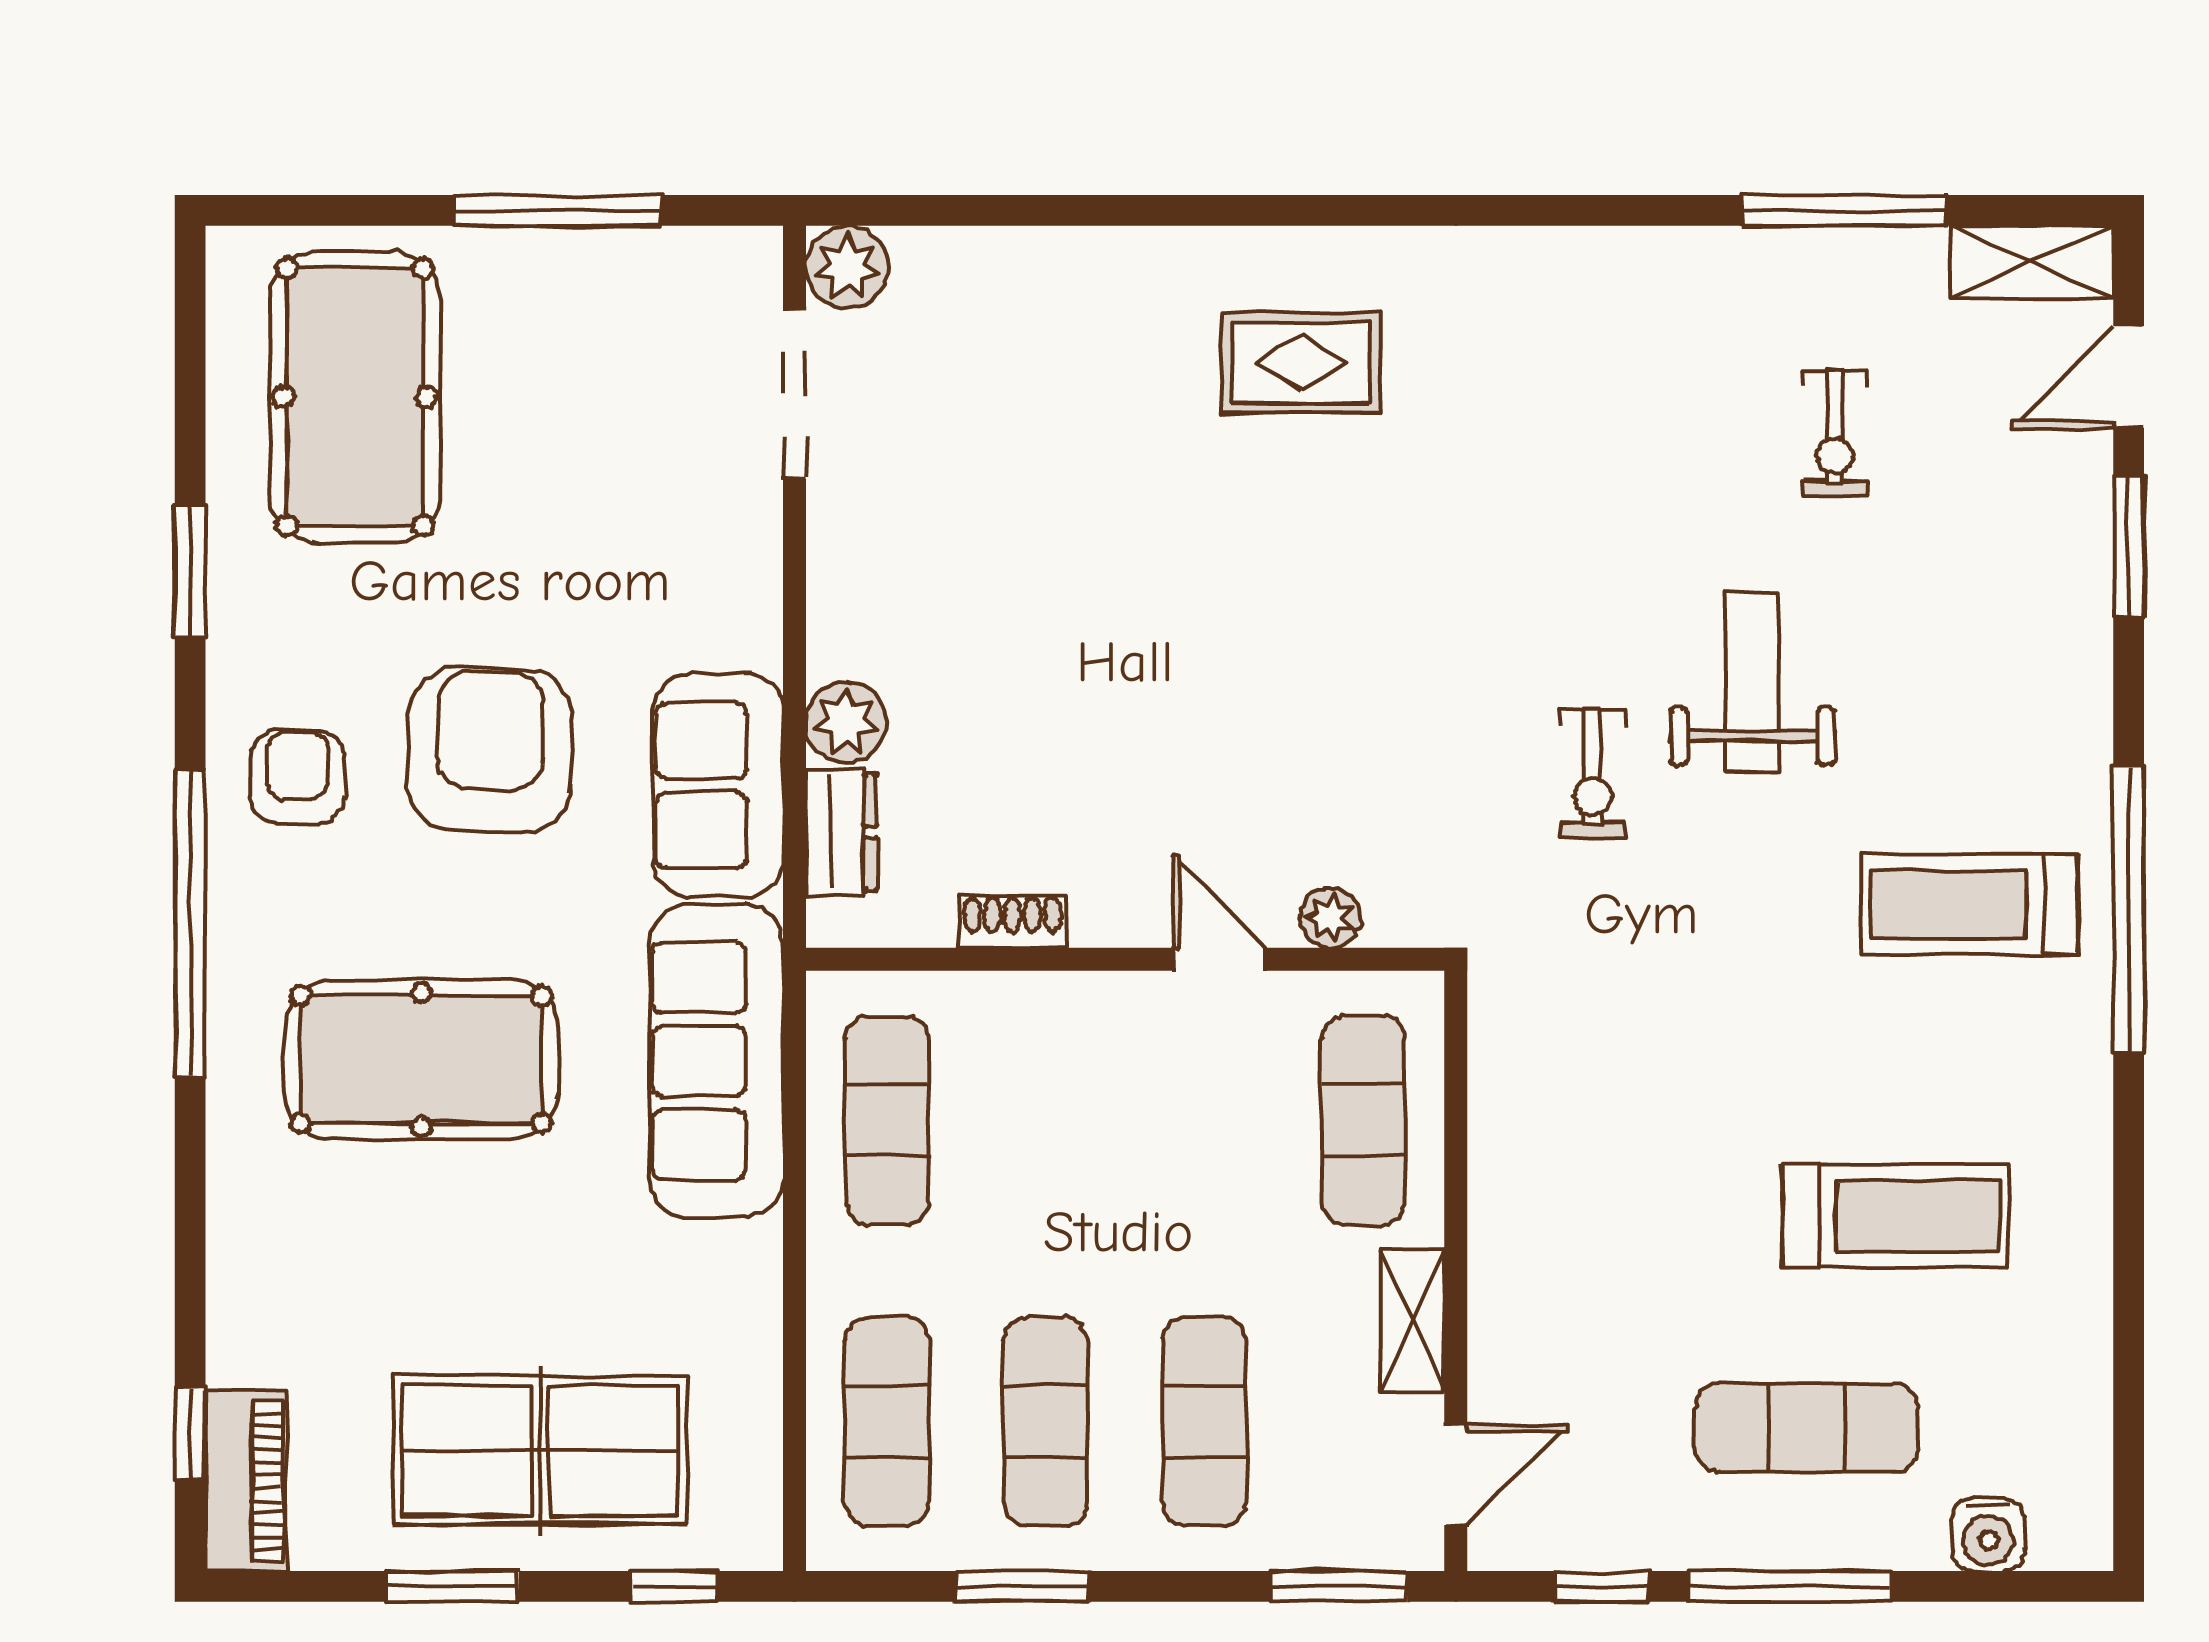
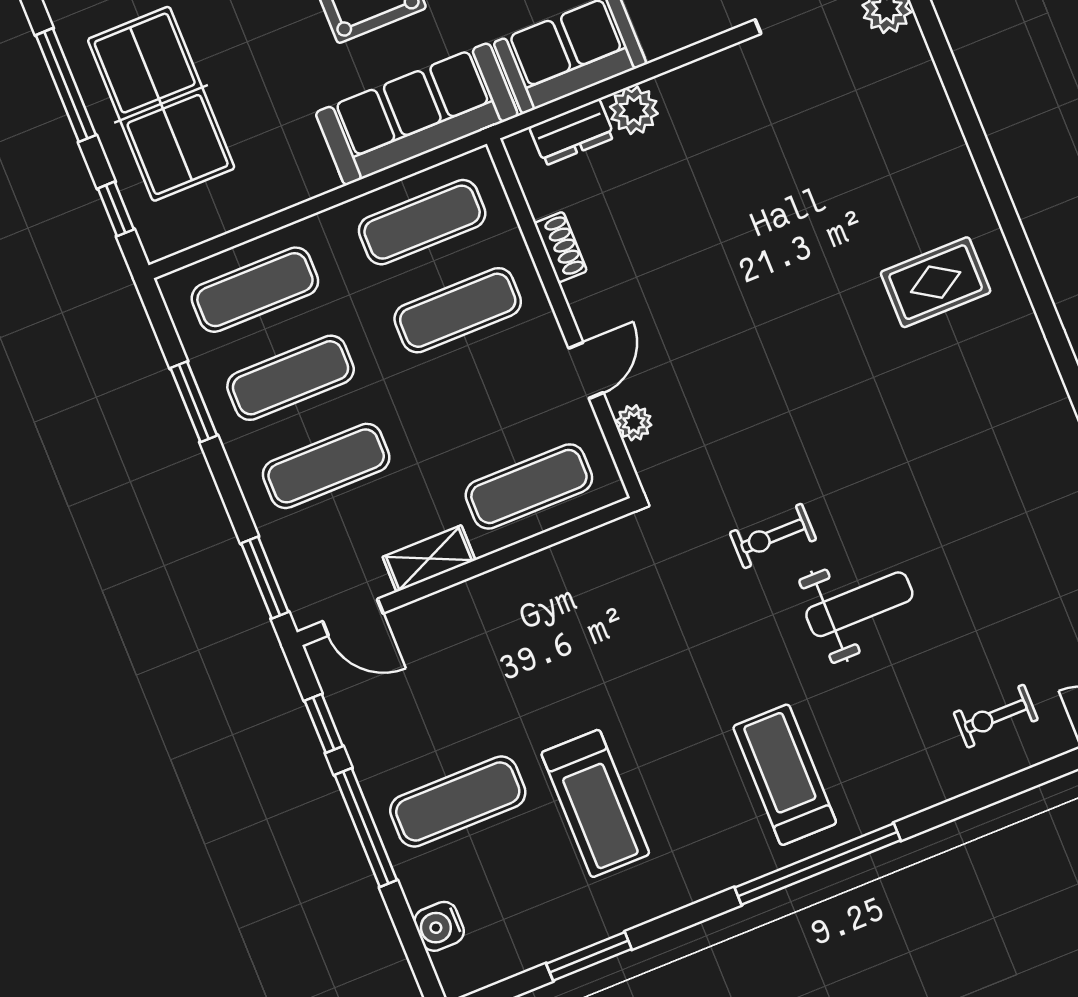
rug: (1301, 363) -> (936, 282), turned 90
exercise bike: (1835, 433) -> (996, 716), moved
window: (2129, 547) -> (589, 956), moved
exercise mat: (1046, 1120) -> (458, 310), added
exercise mat: (1807, 1428) -> (458, 801), turned 90
window: (452, 1586) -> (66, 85), width x1.44

